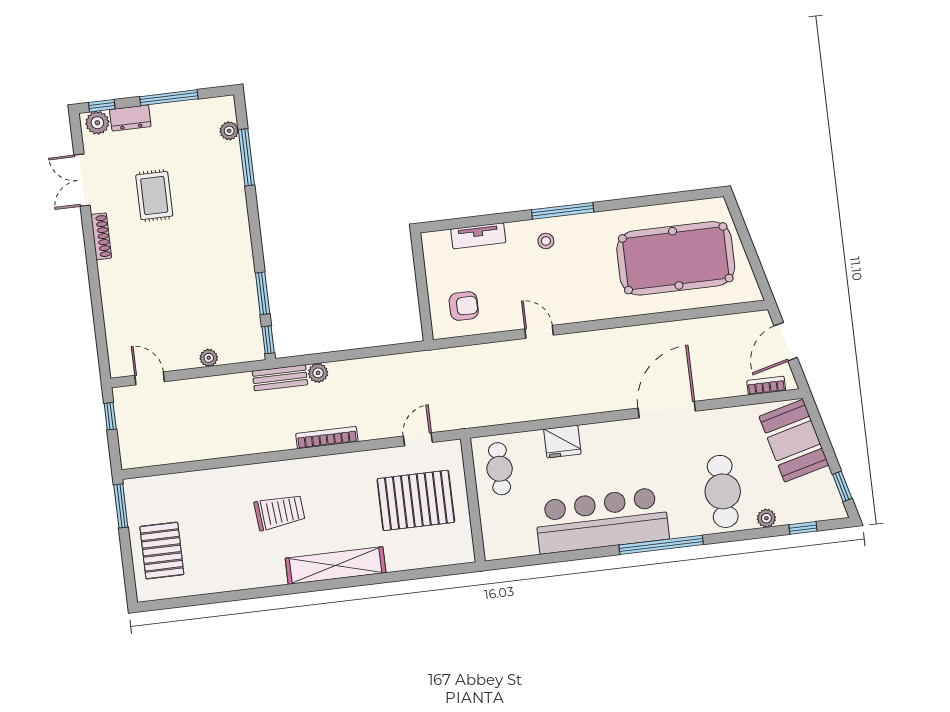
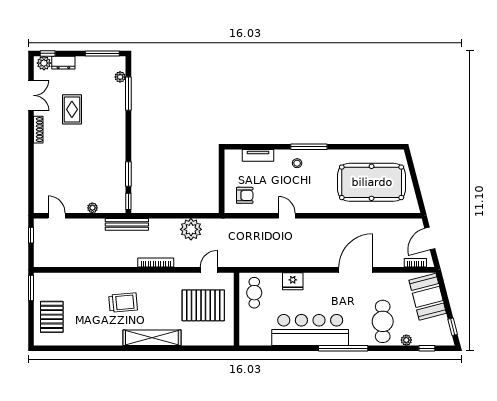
window: (169, 98) -> (102, 53), moved
double door: (82, 180) -> (31, 95), swing flipped
plant: (318, 373) -> (191, 229), moved, width x1.88, depth x1.88
bench: (280, 378) -> (127, 224), width x1.36

